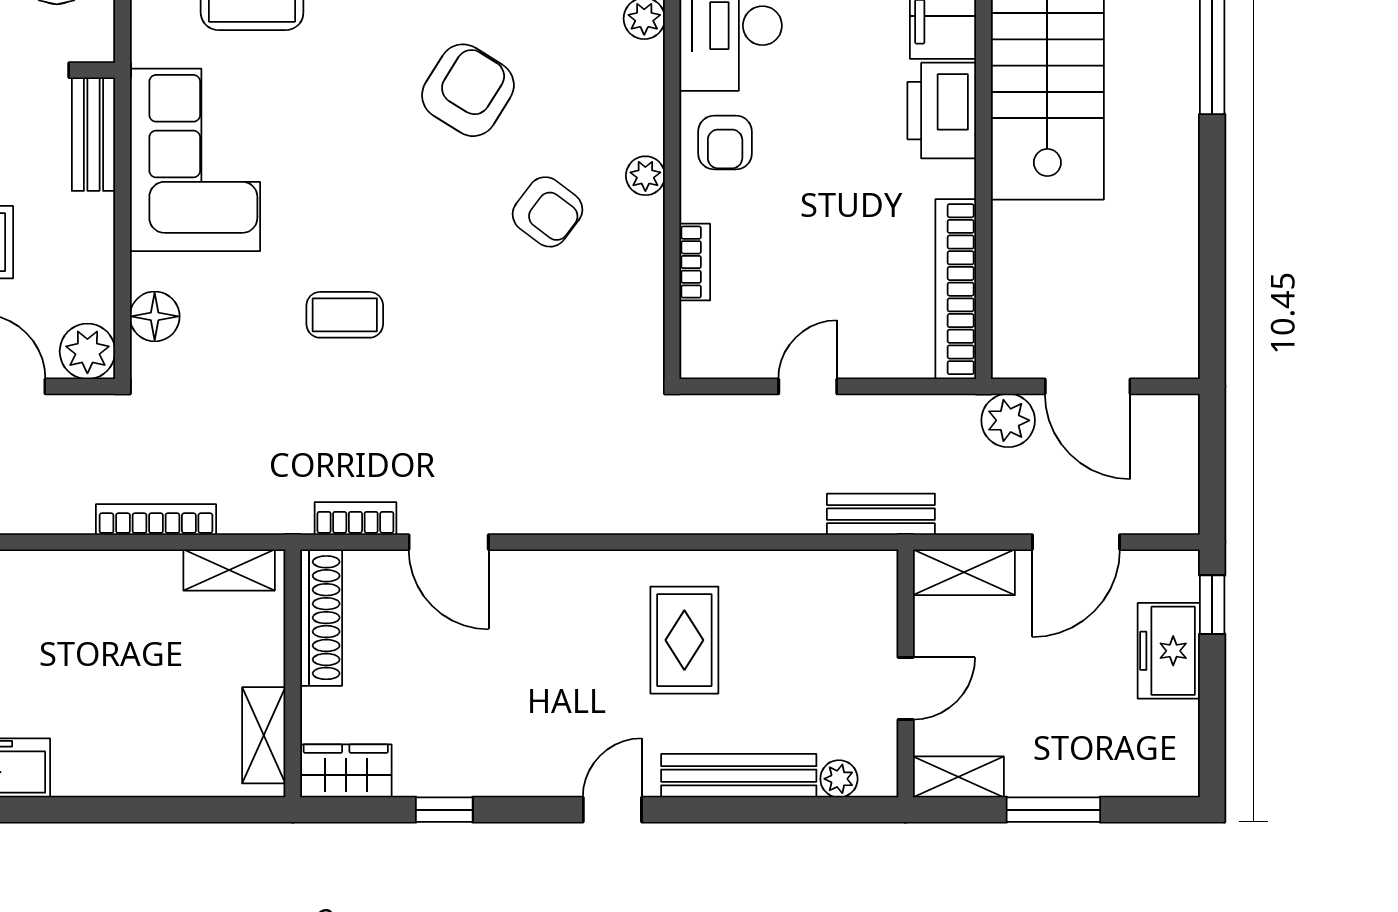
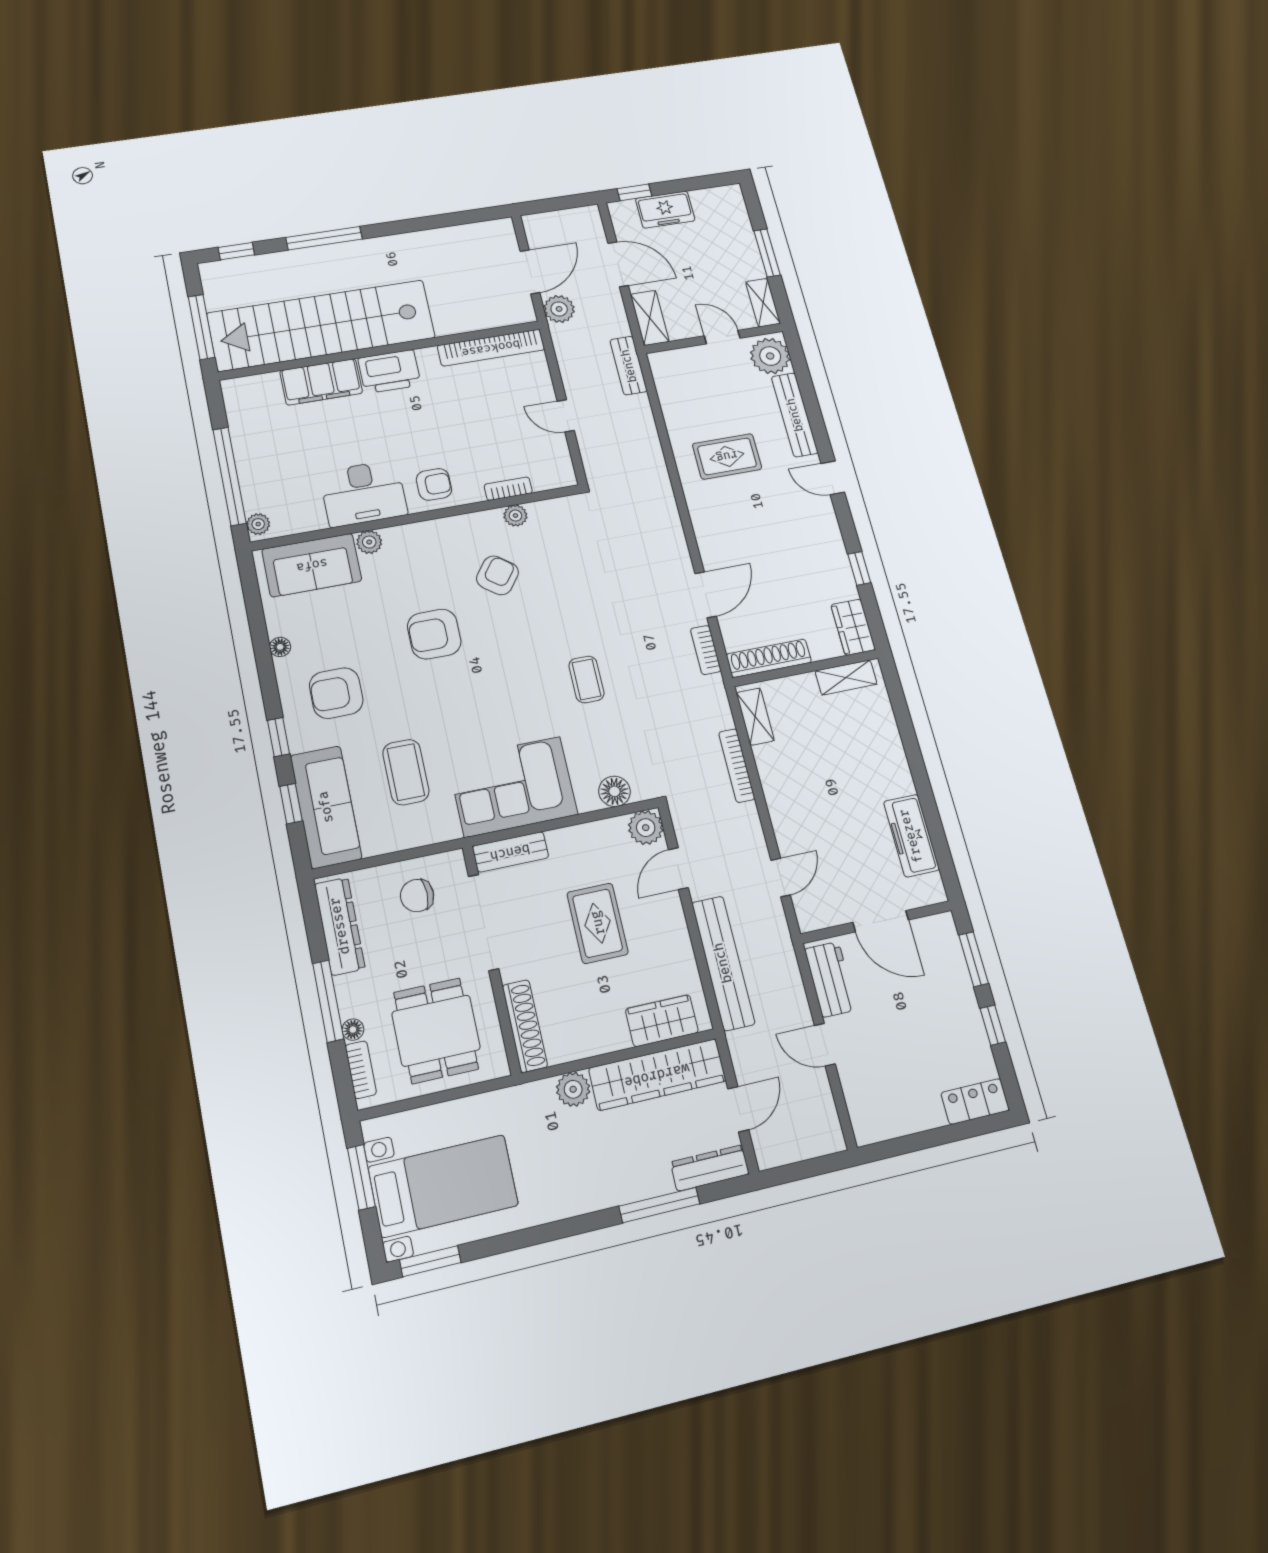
armchair: (468, 90) -> (434, 634), turned -32
plant: (645, 176) -> (515, 516), moved
plant: (839, 779) -> (770, 356), width x1.87, depth x1.87

